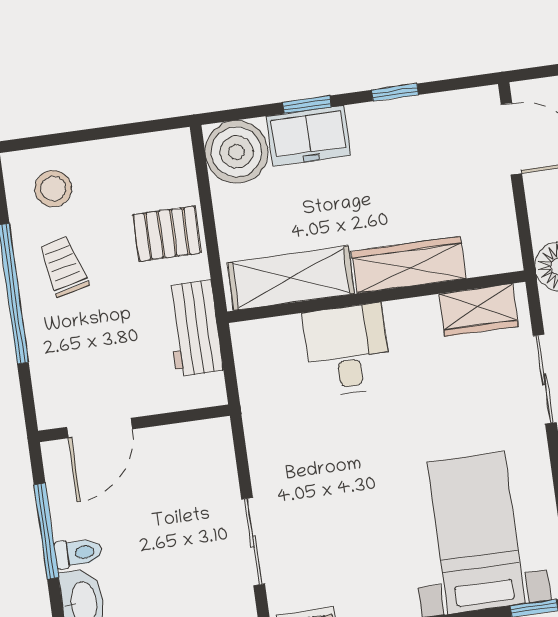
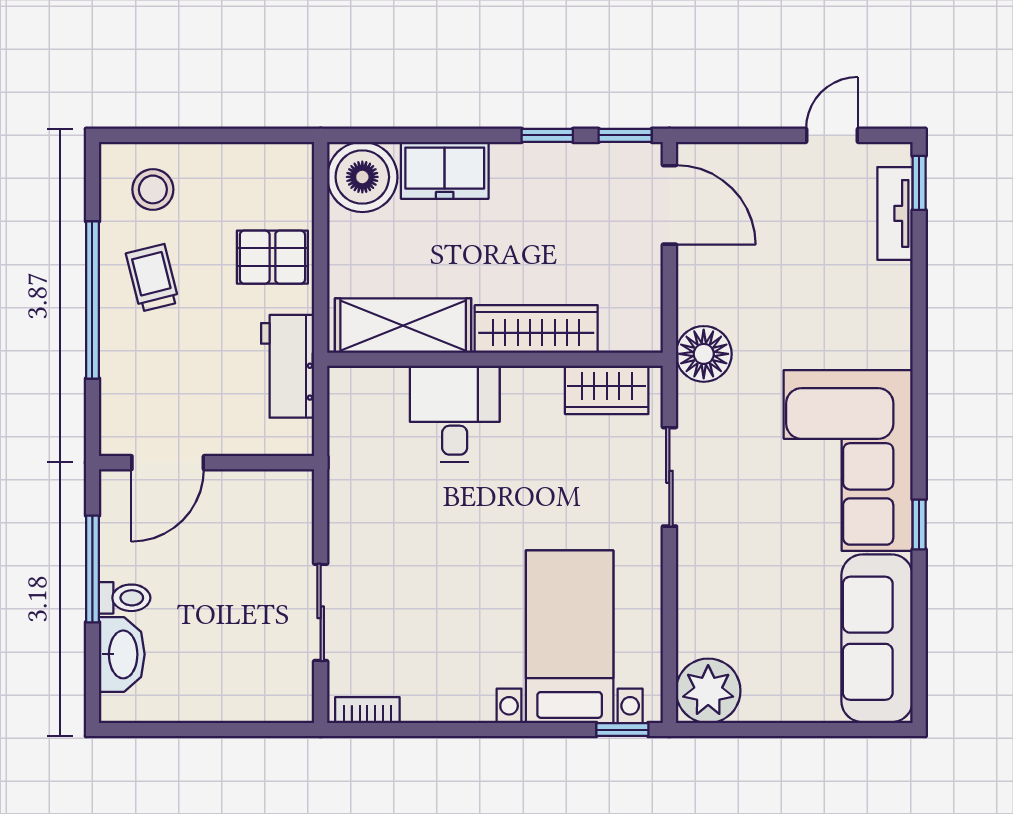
window: (307, 105) -> (625, 135), moved

